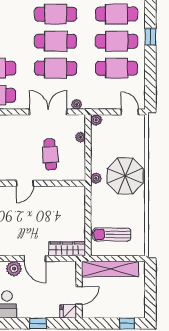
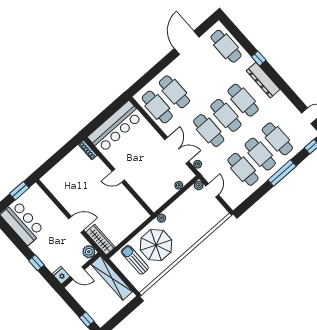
window: (150, 37) -> (282, 173), width x2.17
door: (130, 112) -> (212, 190), moved
cafe table: (50, 155) -> (151, 176), removed
parasol: (125, 176) -> (156, 245), moved
door: (35, 259) -> (76, 224), swing flipped
plant: (14, 269) -> (89, 252), moved

